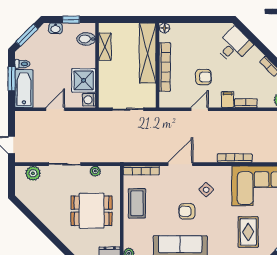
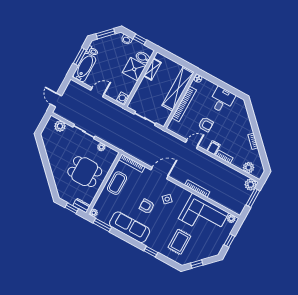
desk: (234, 45) -> (222, 100), moved, turned -45
shower: (84, 80) -> (134, 69), moved

